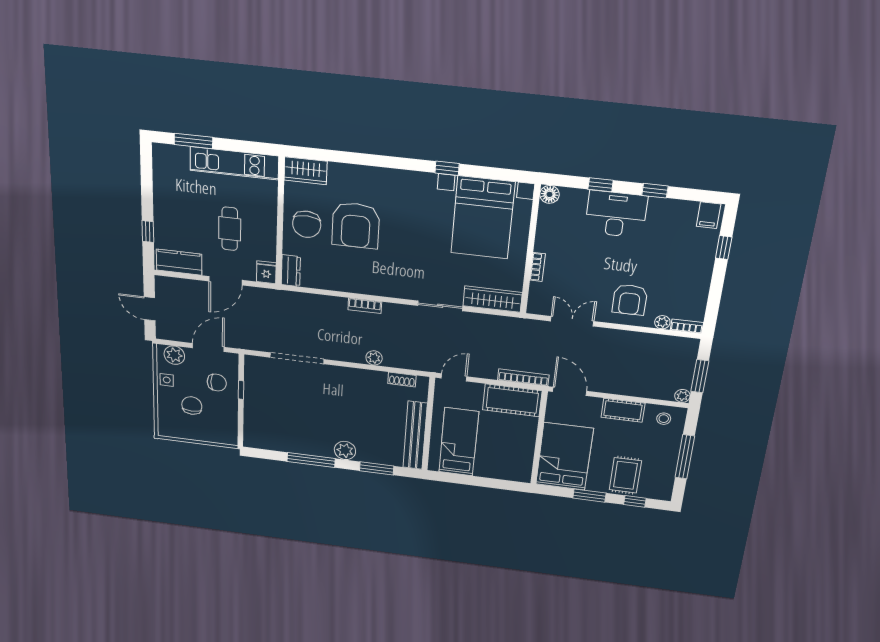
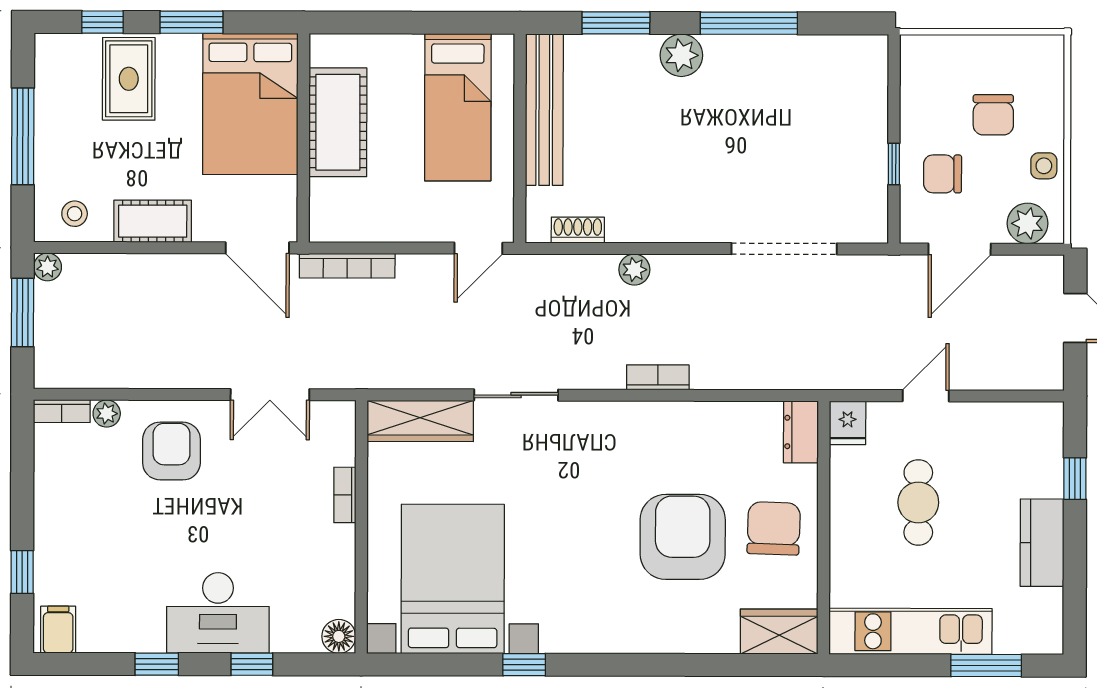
kitchen counter: (179, 262) -> (1042, 543), moved, turned 90
door: (226, 281) -> (926, 396), width x0.73
cot: (512, 400) -> (338, 122), moved, turned 90

